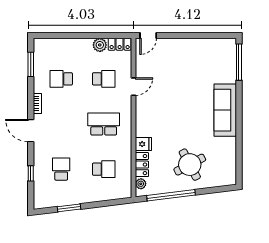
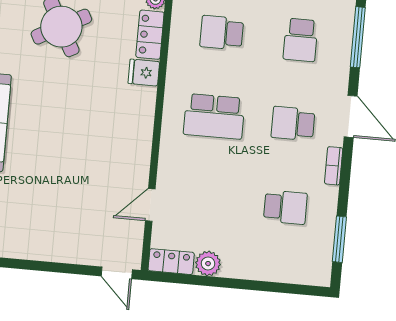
door: (148, 36) -> (117, 273), swing flipped
school desk: (104, 79) -> (293, 124), moved
door: (134, 87) -> (150, 205), moved
window: (31, 173) -> (358, 37), width x2.17

